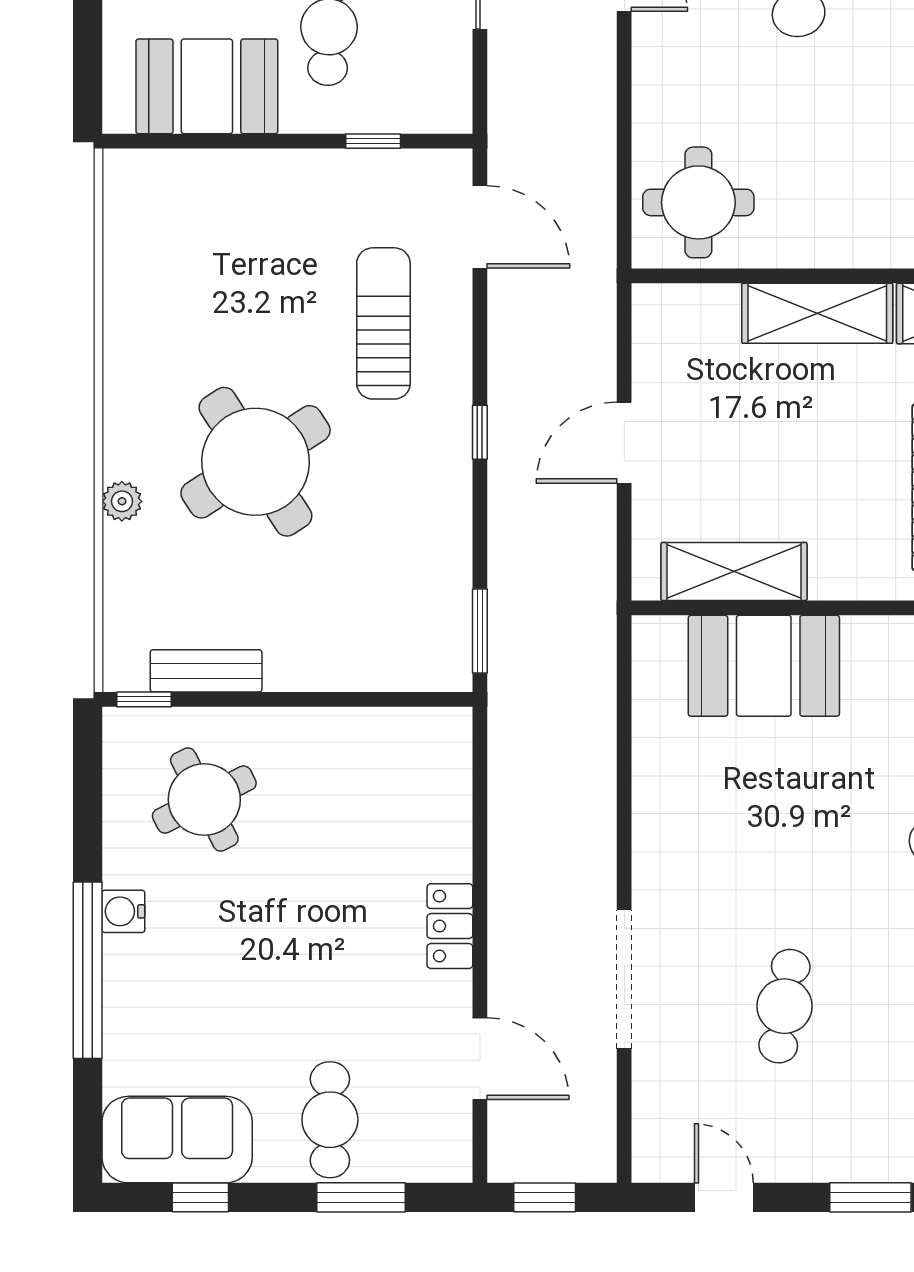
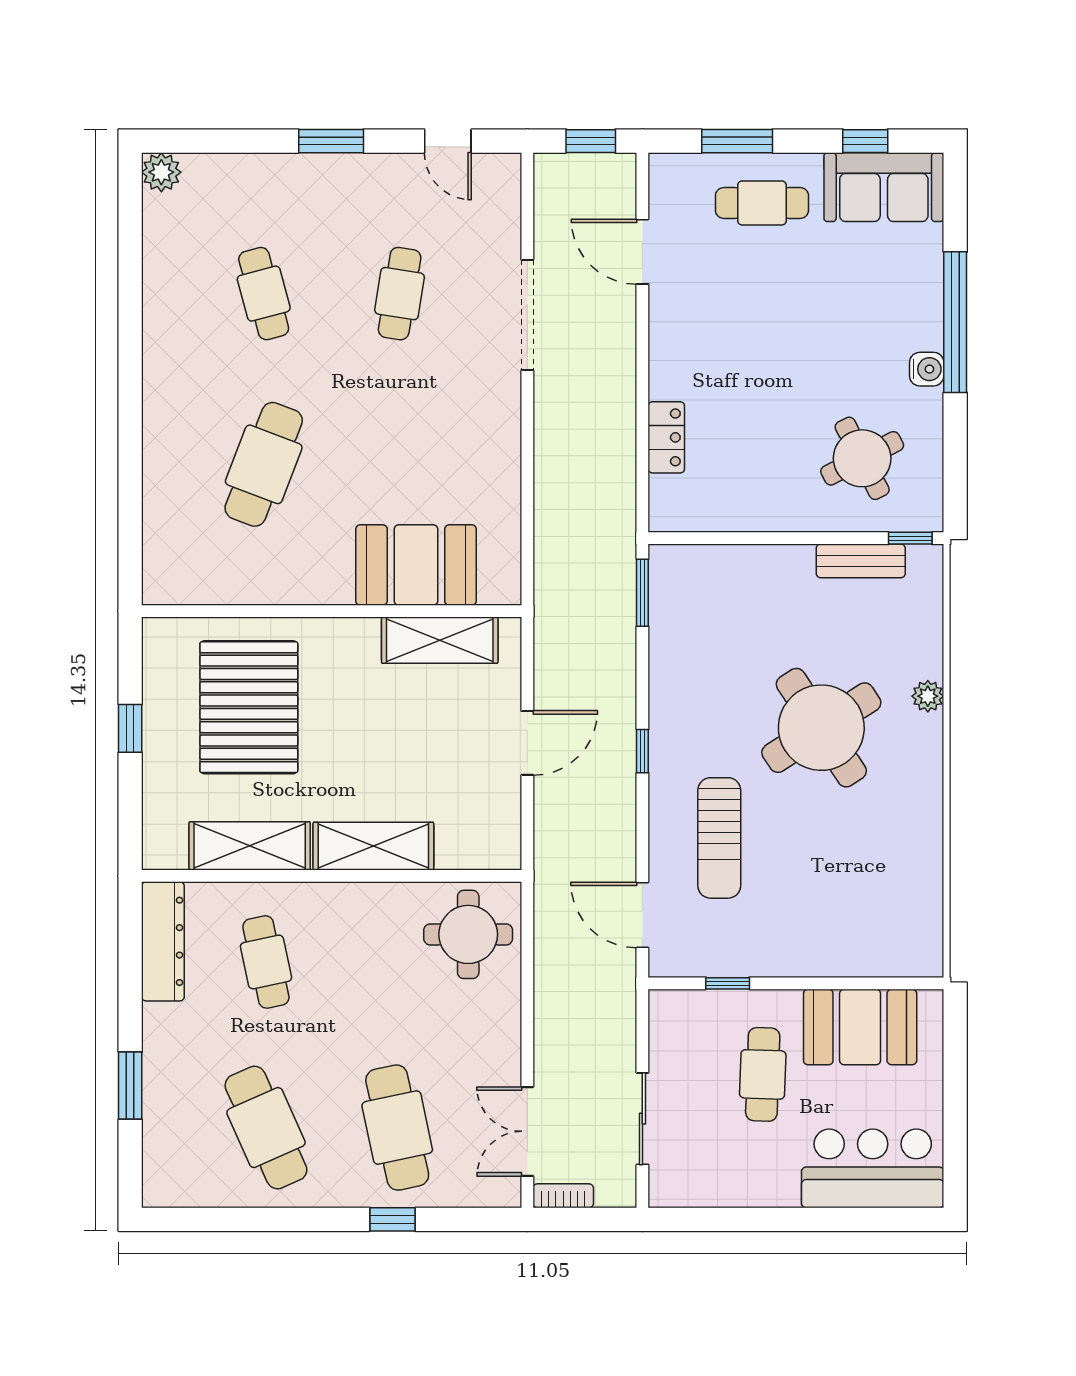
locker: (450, 926) -> (666, 437), moved
cafe table: (330, 1120) -> (762, 203), turned 90

